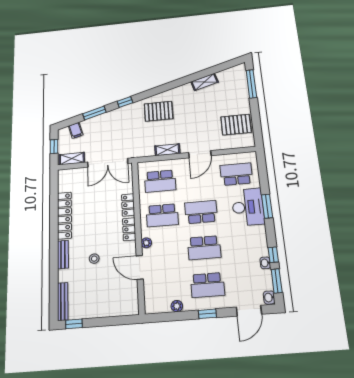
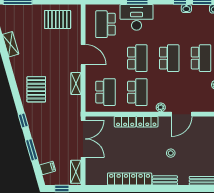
pallet: (236, 125) -> (58, 20), turned 90
school desk: (201, 212) -> (137, 58), turned 180

